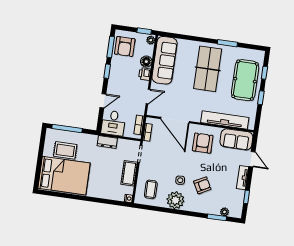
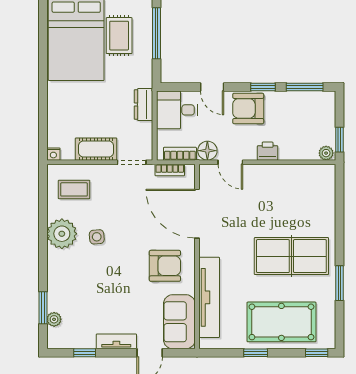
armchair: (125, 46) -> (248, 108), moved
sofa: (165, 60) -> (295, 181), removed
floor lamp: (146, 62) -> (207, 151), moved
window: (264, 73) -> (317, 353), moved
door: (175, 120) -> (197, 214), hinge flipped
armchair: (202, 185) -> (93, 275), removed

